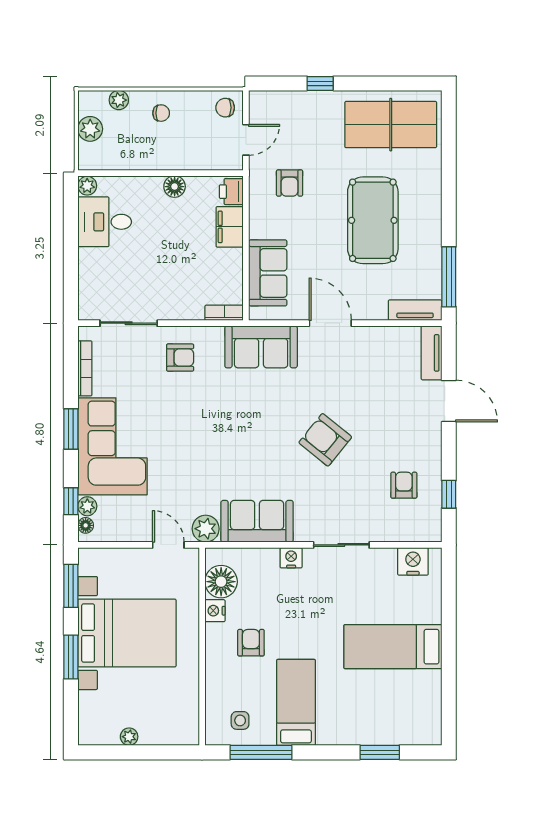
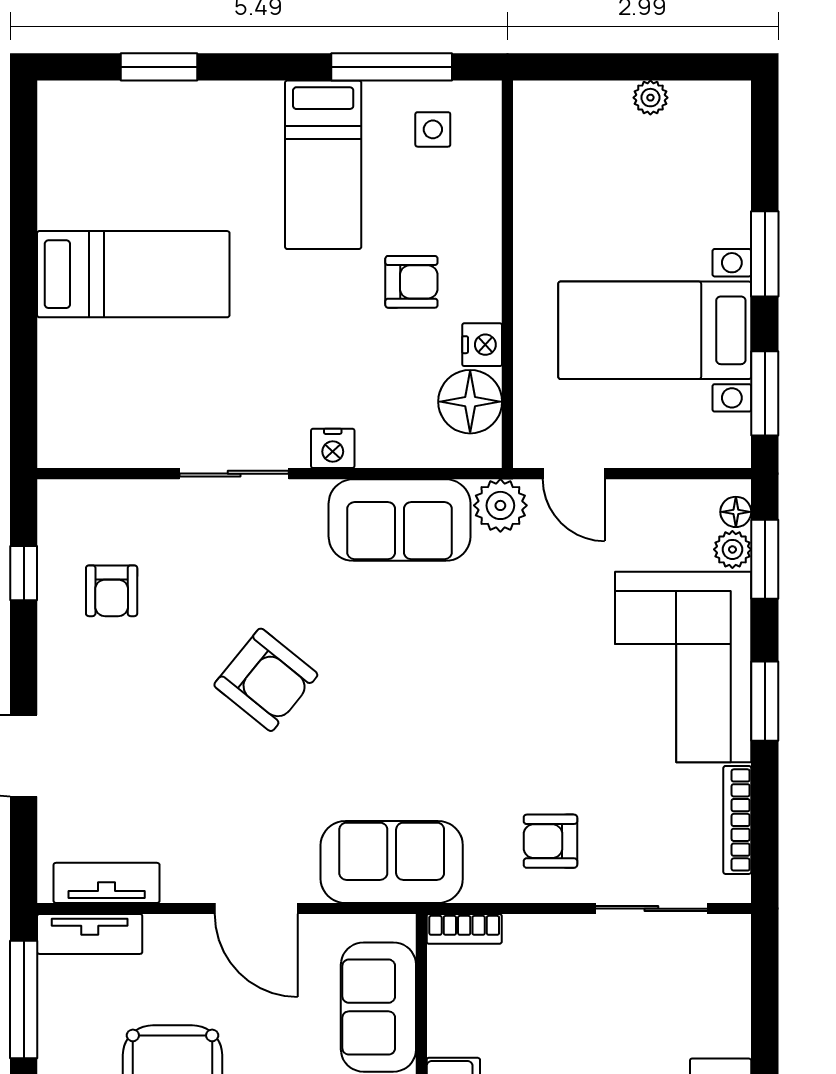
tv unit: (432, 353) -> (107, 883), moved, turned -90
window: (71, 501) -> (765, 559), width x1.50
nightstand: (413, 561) -> (94, 441), removed
bed with nightstands: (127, 633) -> (655, 330), width x0.73
armchair: (251, 643) -> (411, 282), turned -90

